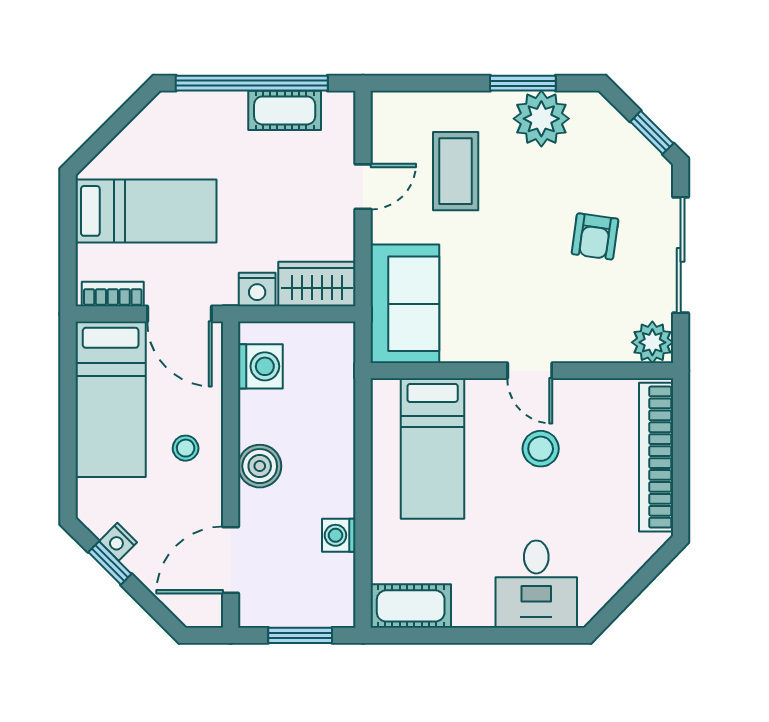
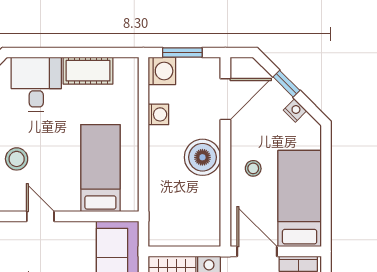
washing machine: (260, 366) -> (162, 71), moved, turned 180
stool: (541, 449) -> (17, 159), moved
boiler: (260, 466) -> (202, 157), width x1.37, depth x1.37
window: (110, 563) -> (286, 84), moved
cot: (411, 606) -> (88, 71), moved

